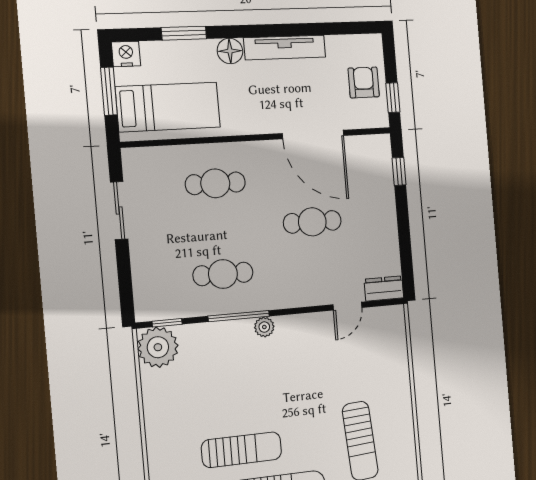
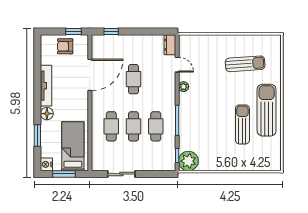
cafe table: (219, 229) -> (134, 126), added
plant: (264, 327) -> (184, 87), moved

